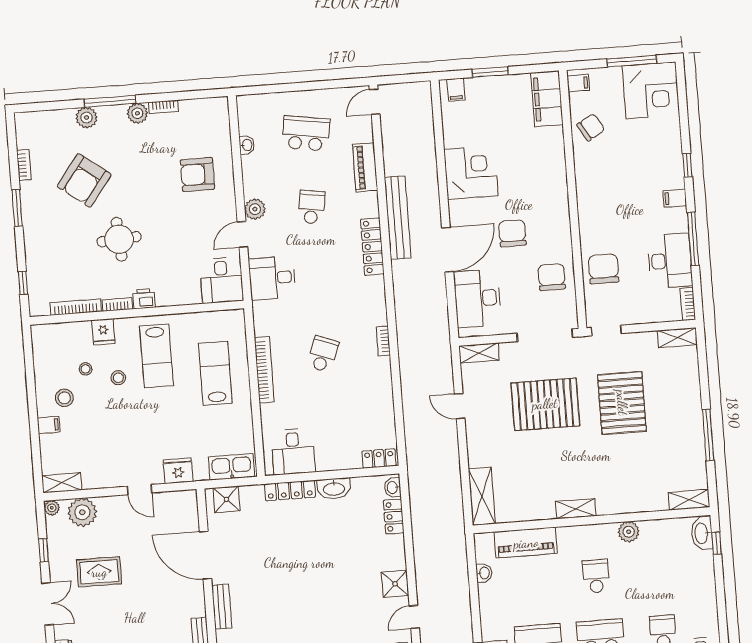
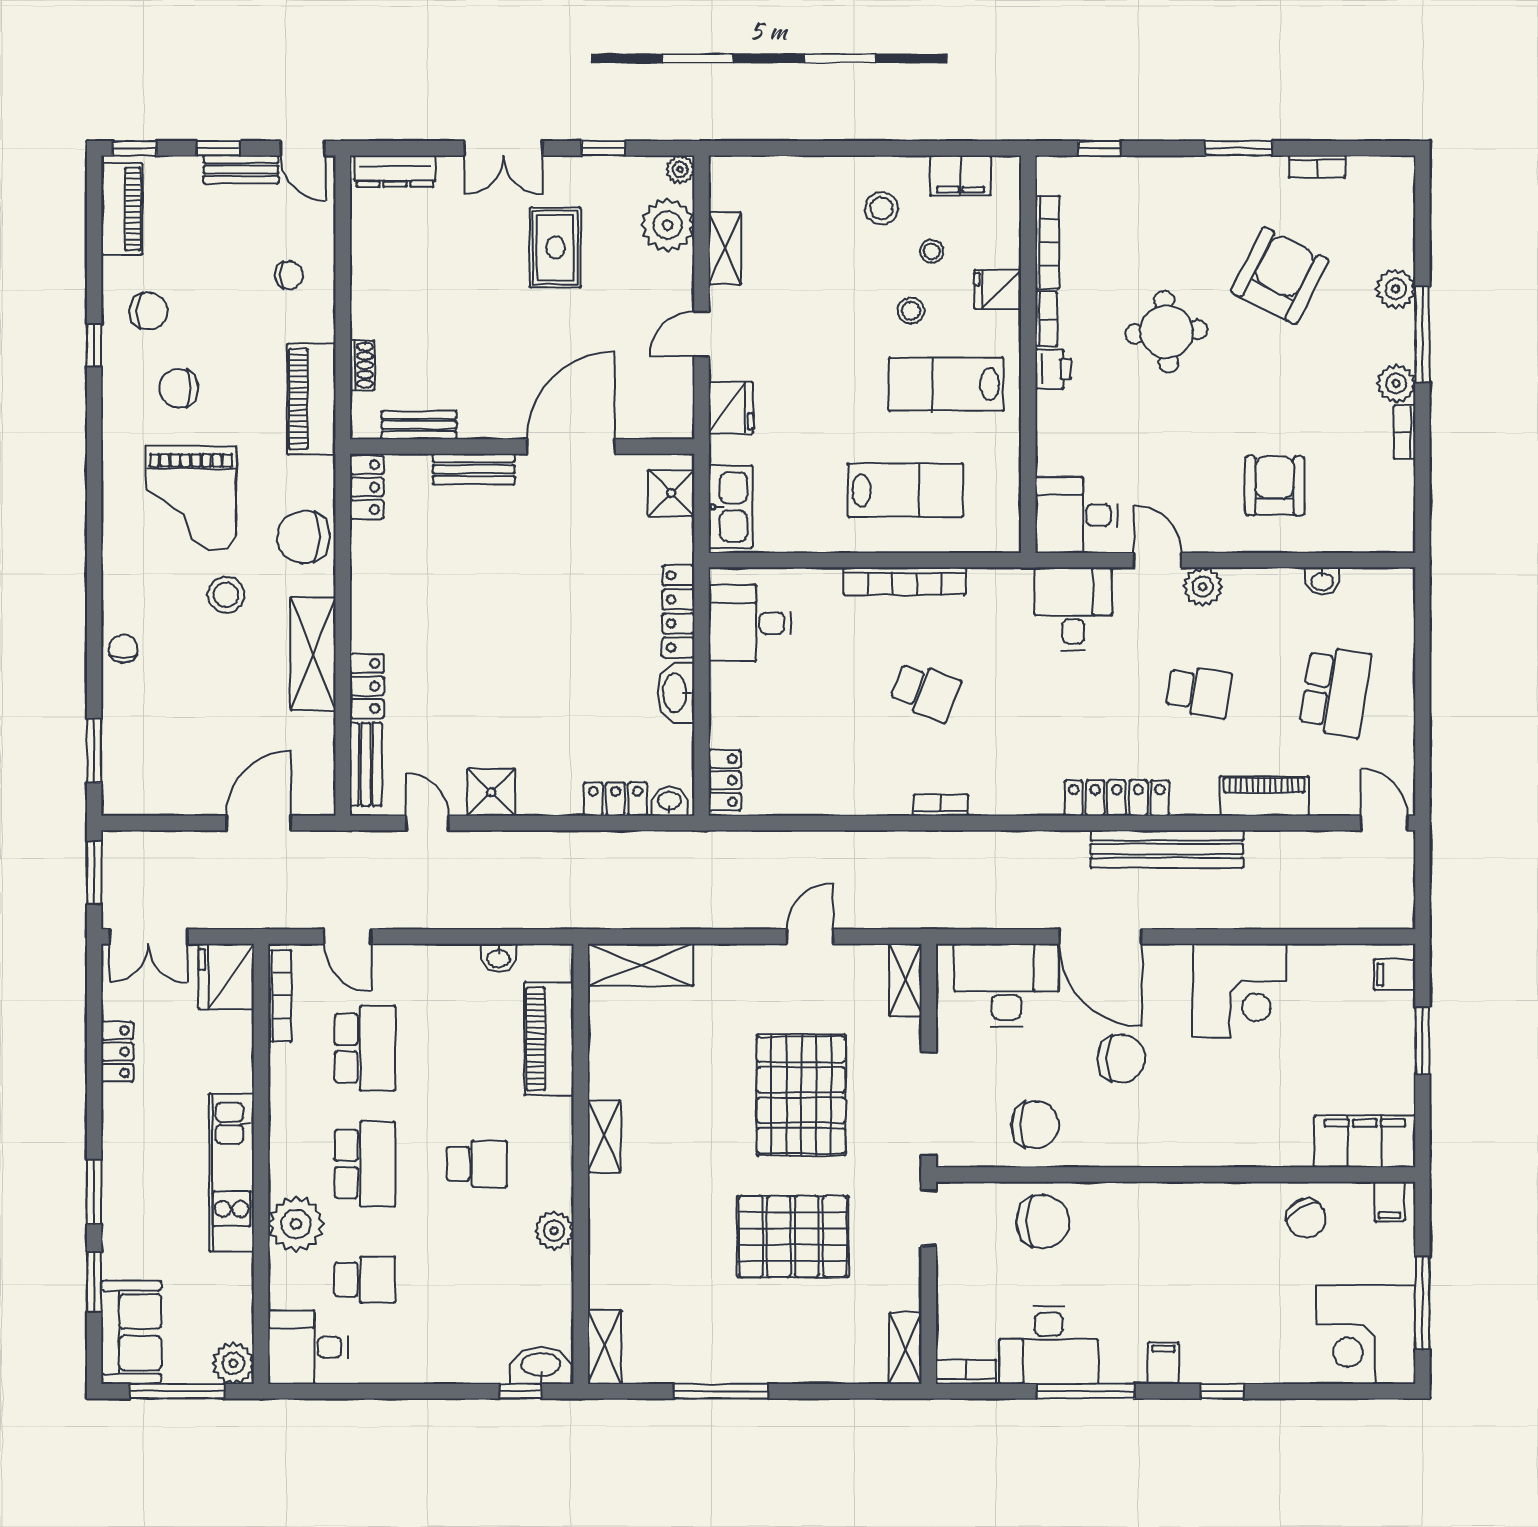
armchair: (84, 180) -> (1280, 276), turned 80
filing cabinet: (49, 425) -> (960, 175), moved, width x2.00
shelving: (62, 483) -> (725, 248), moved

